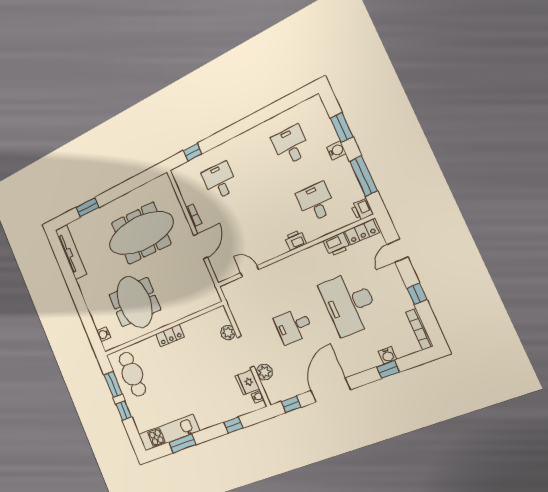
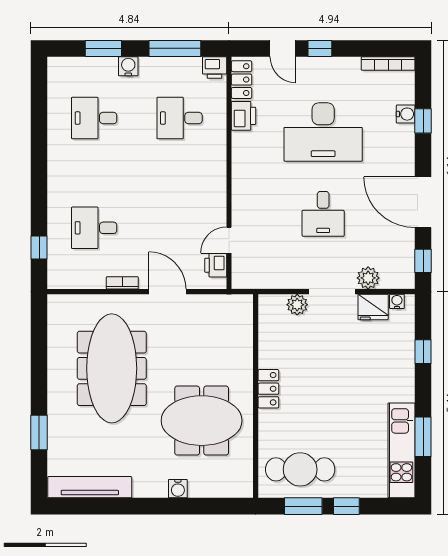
printer: (295, 240) -> (216, 265), moved
window: (417, 294) -> (320, 48), moved
water cooler: (104, 334) -> (178, 489), moved

